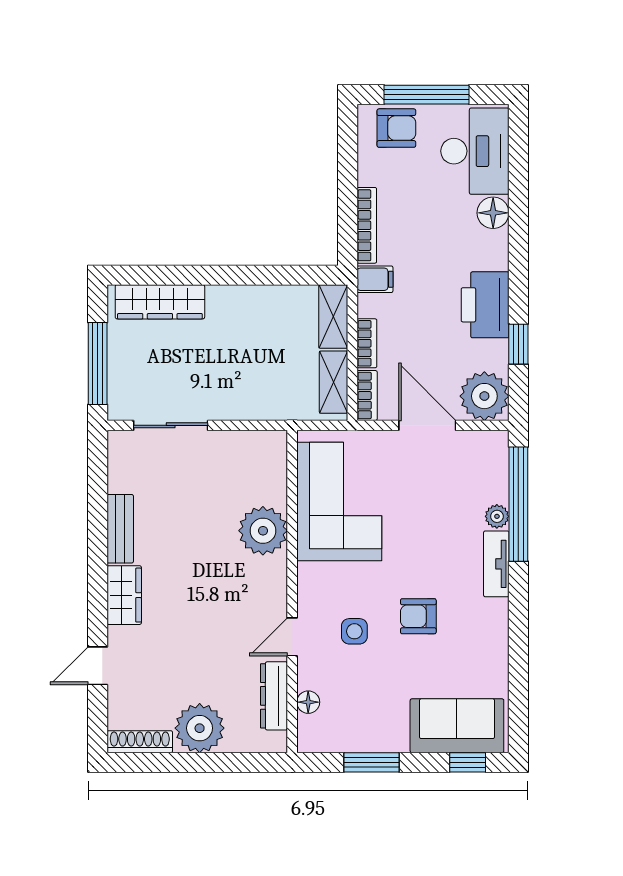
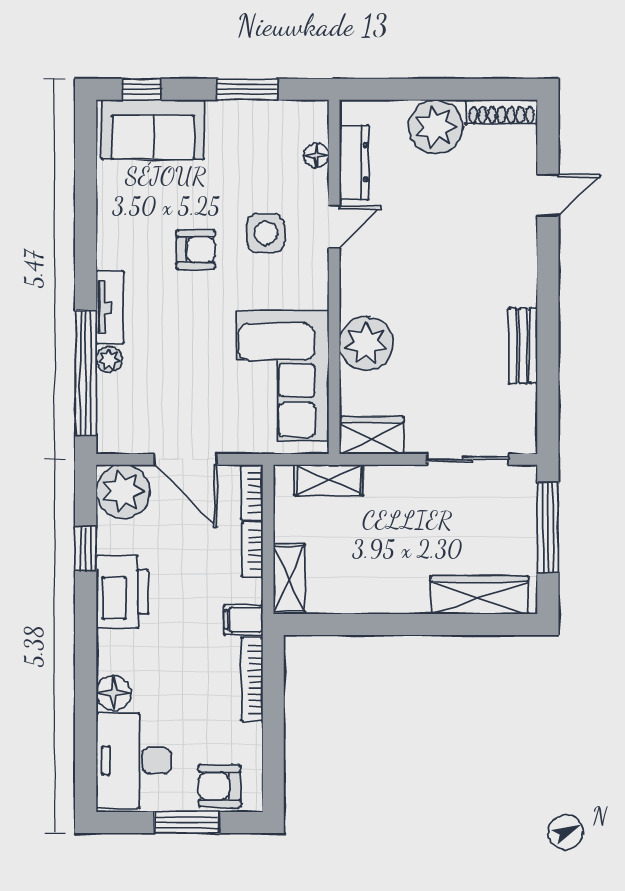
window: (427, 95) -> (187, 823), width x0.69
shelving: (333, 382) -> (329, 480), moved, turned 90
wardrobe: (124, 595) -> (372, 435), moved, turned 90
side table: (354, 631) -> (266, 233), width x1.37, depth x1.37

